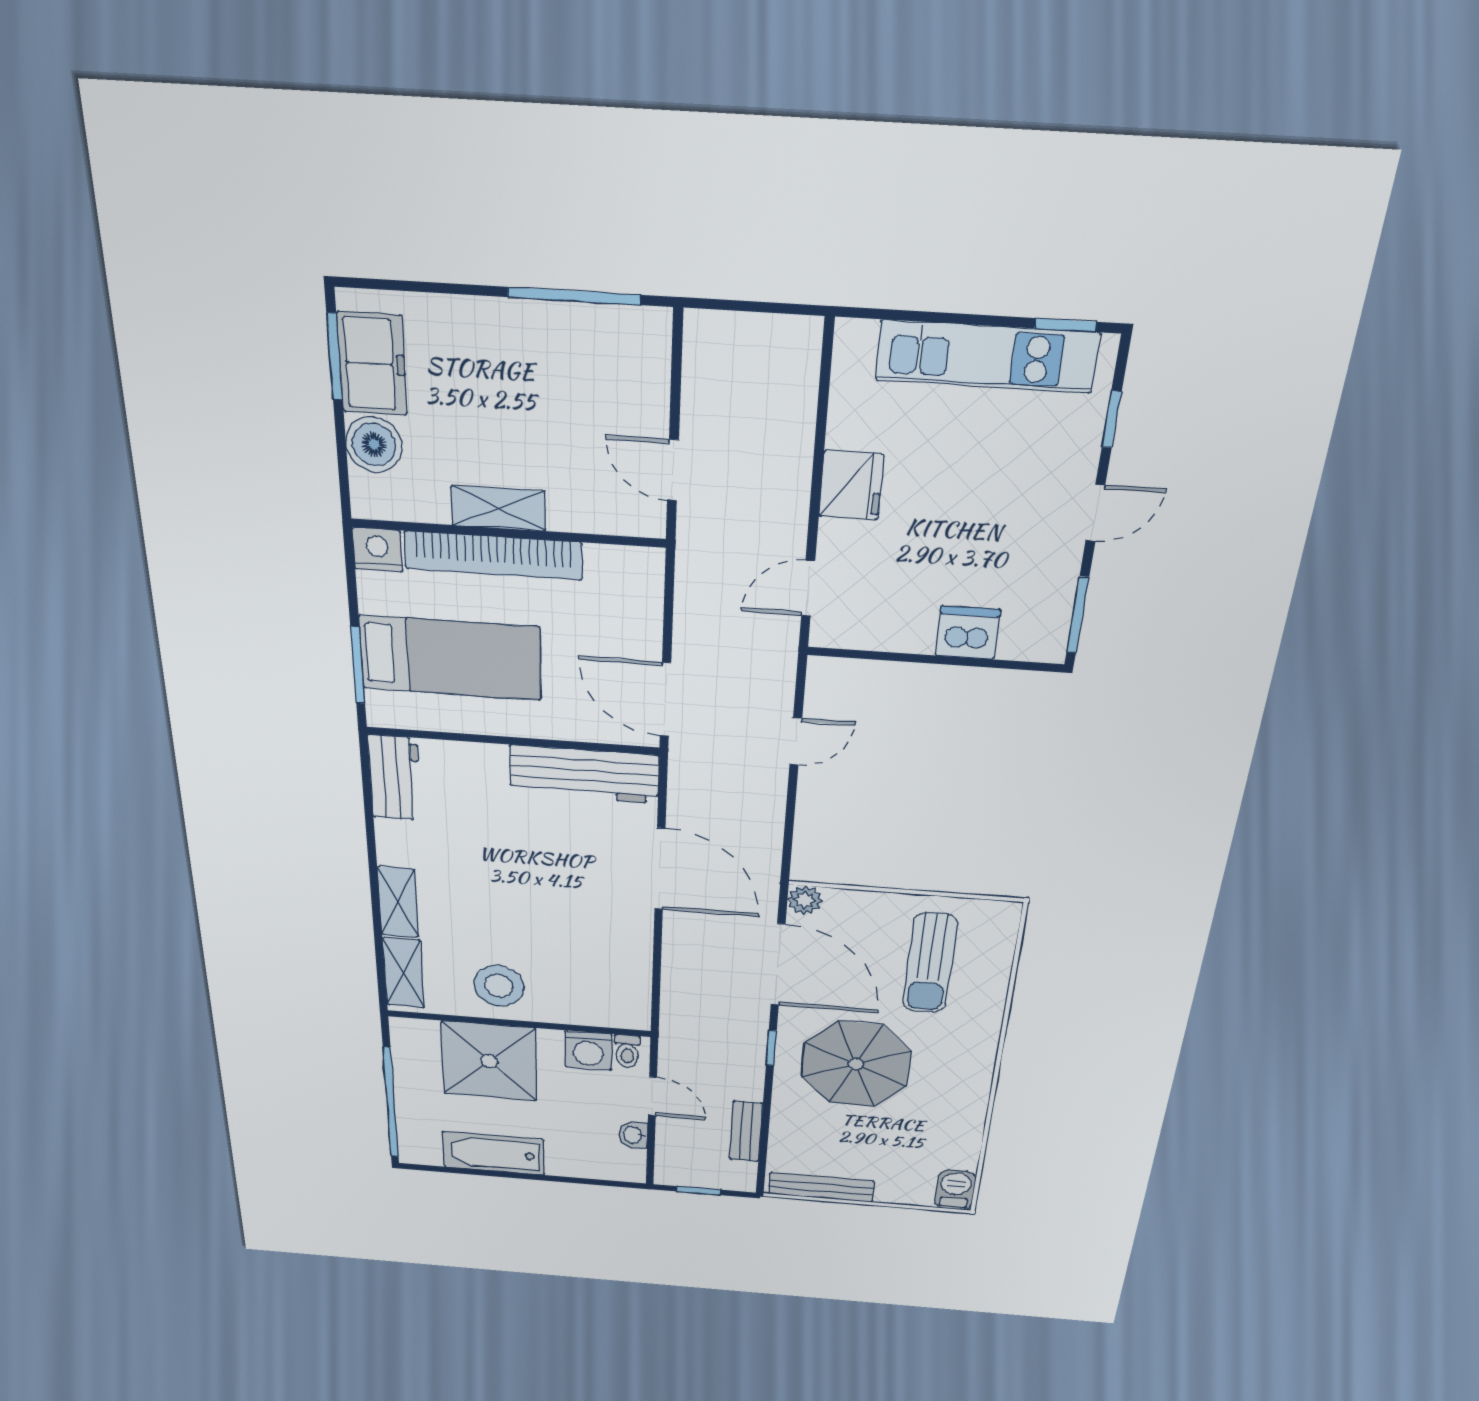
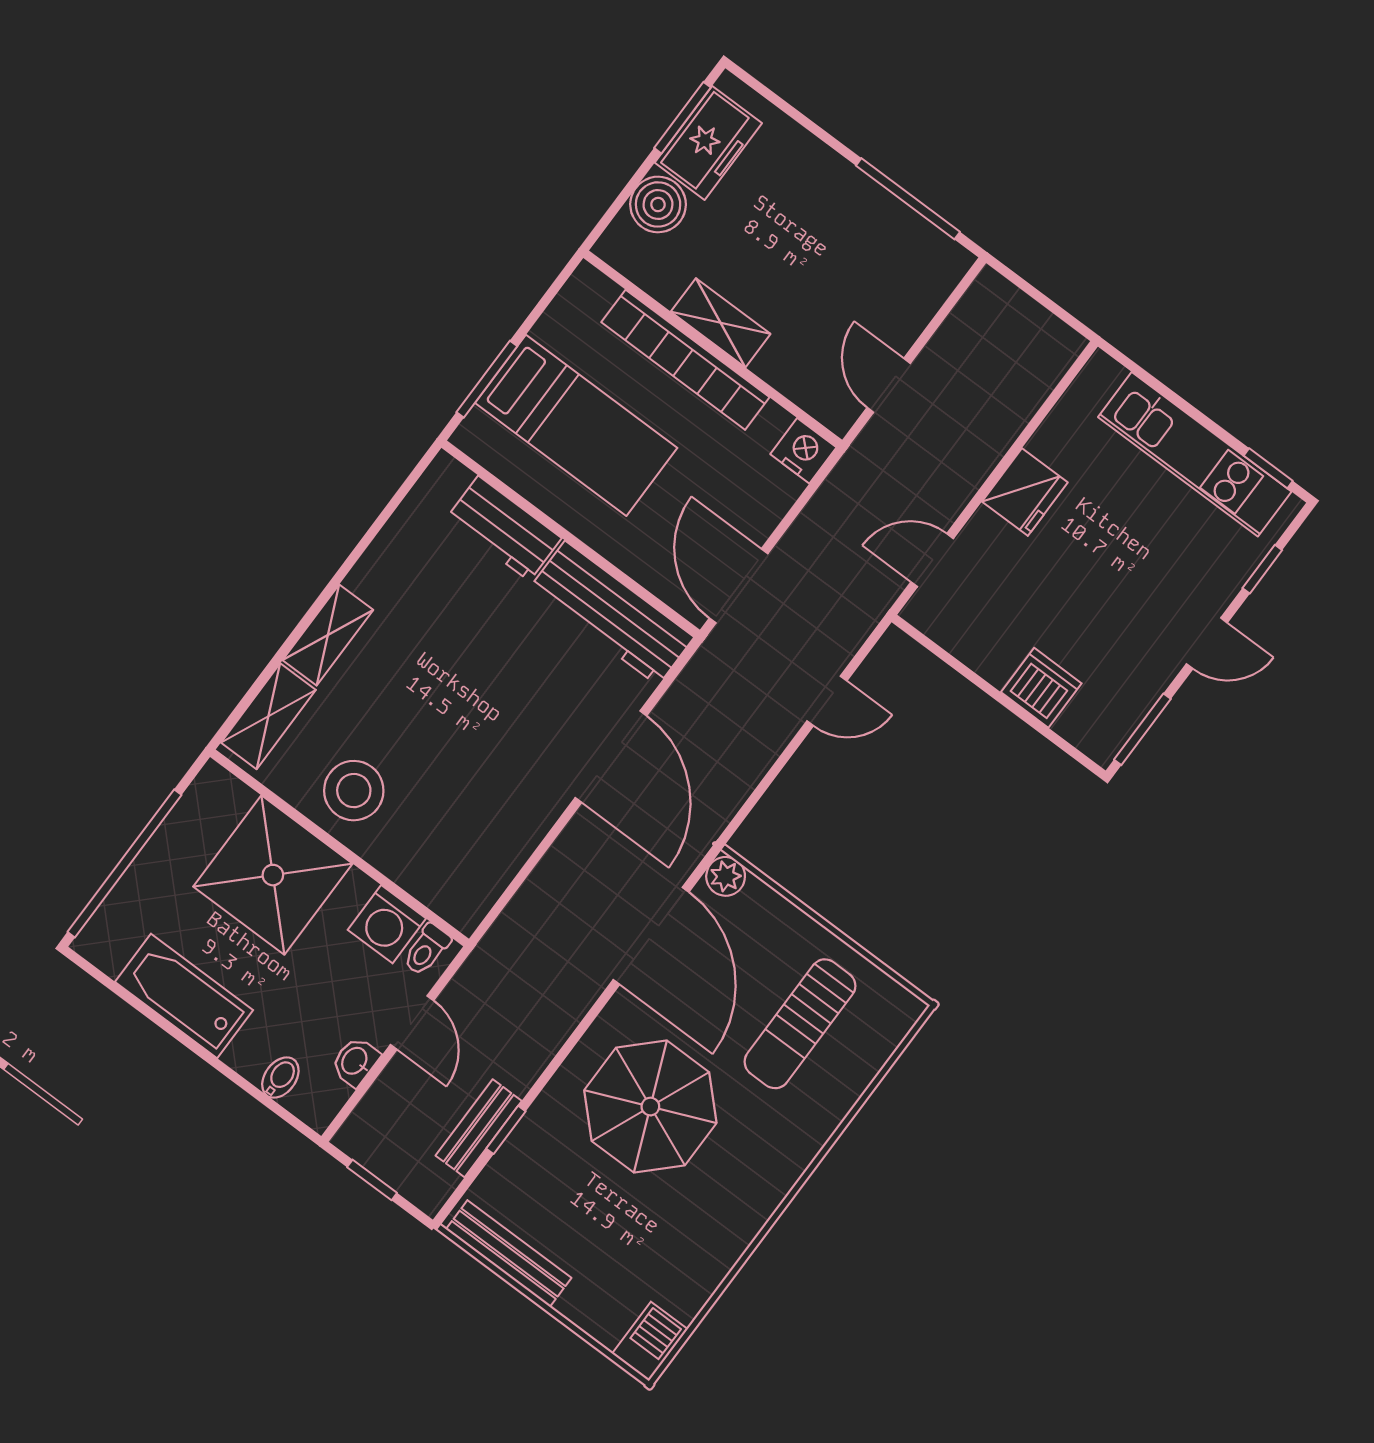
nightstand: (378, 550) -> (803, 451), moved
workbench: (395, 778) -> (504, 528), moved, turned 90
window: (771, 1048) -> (506, 1130), moved
bidet: (593, 1166) -> (280, 1078), added

